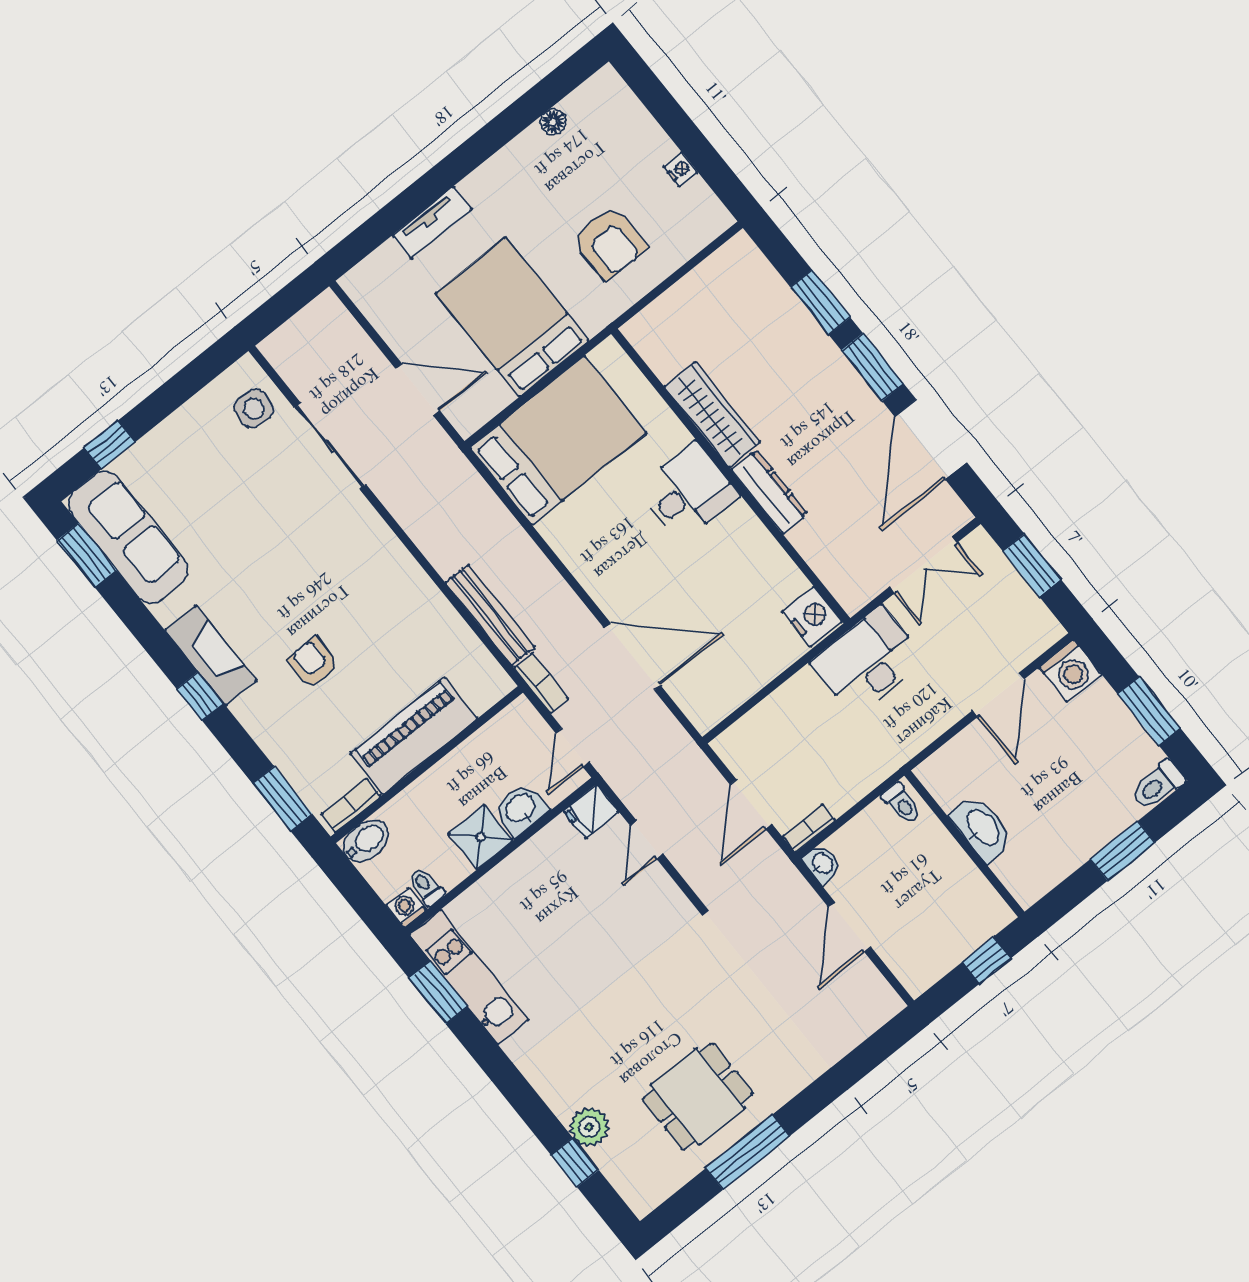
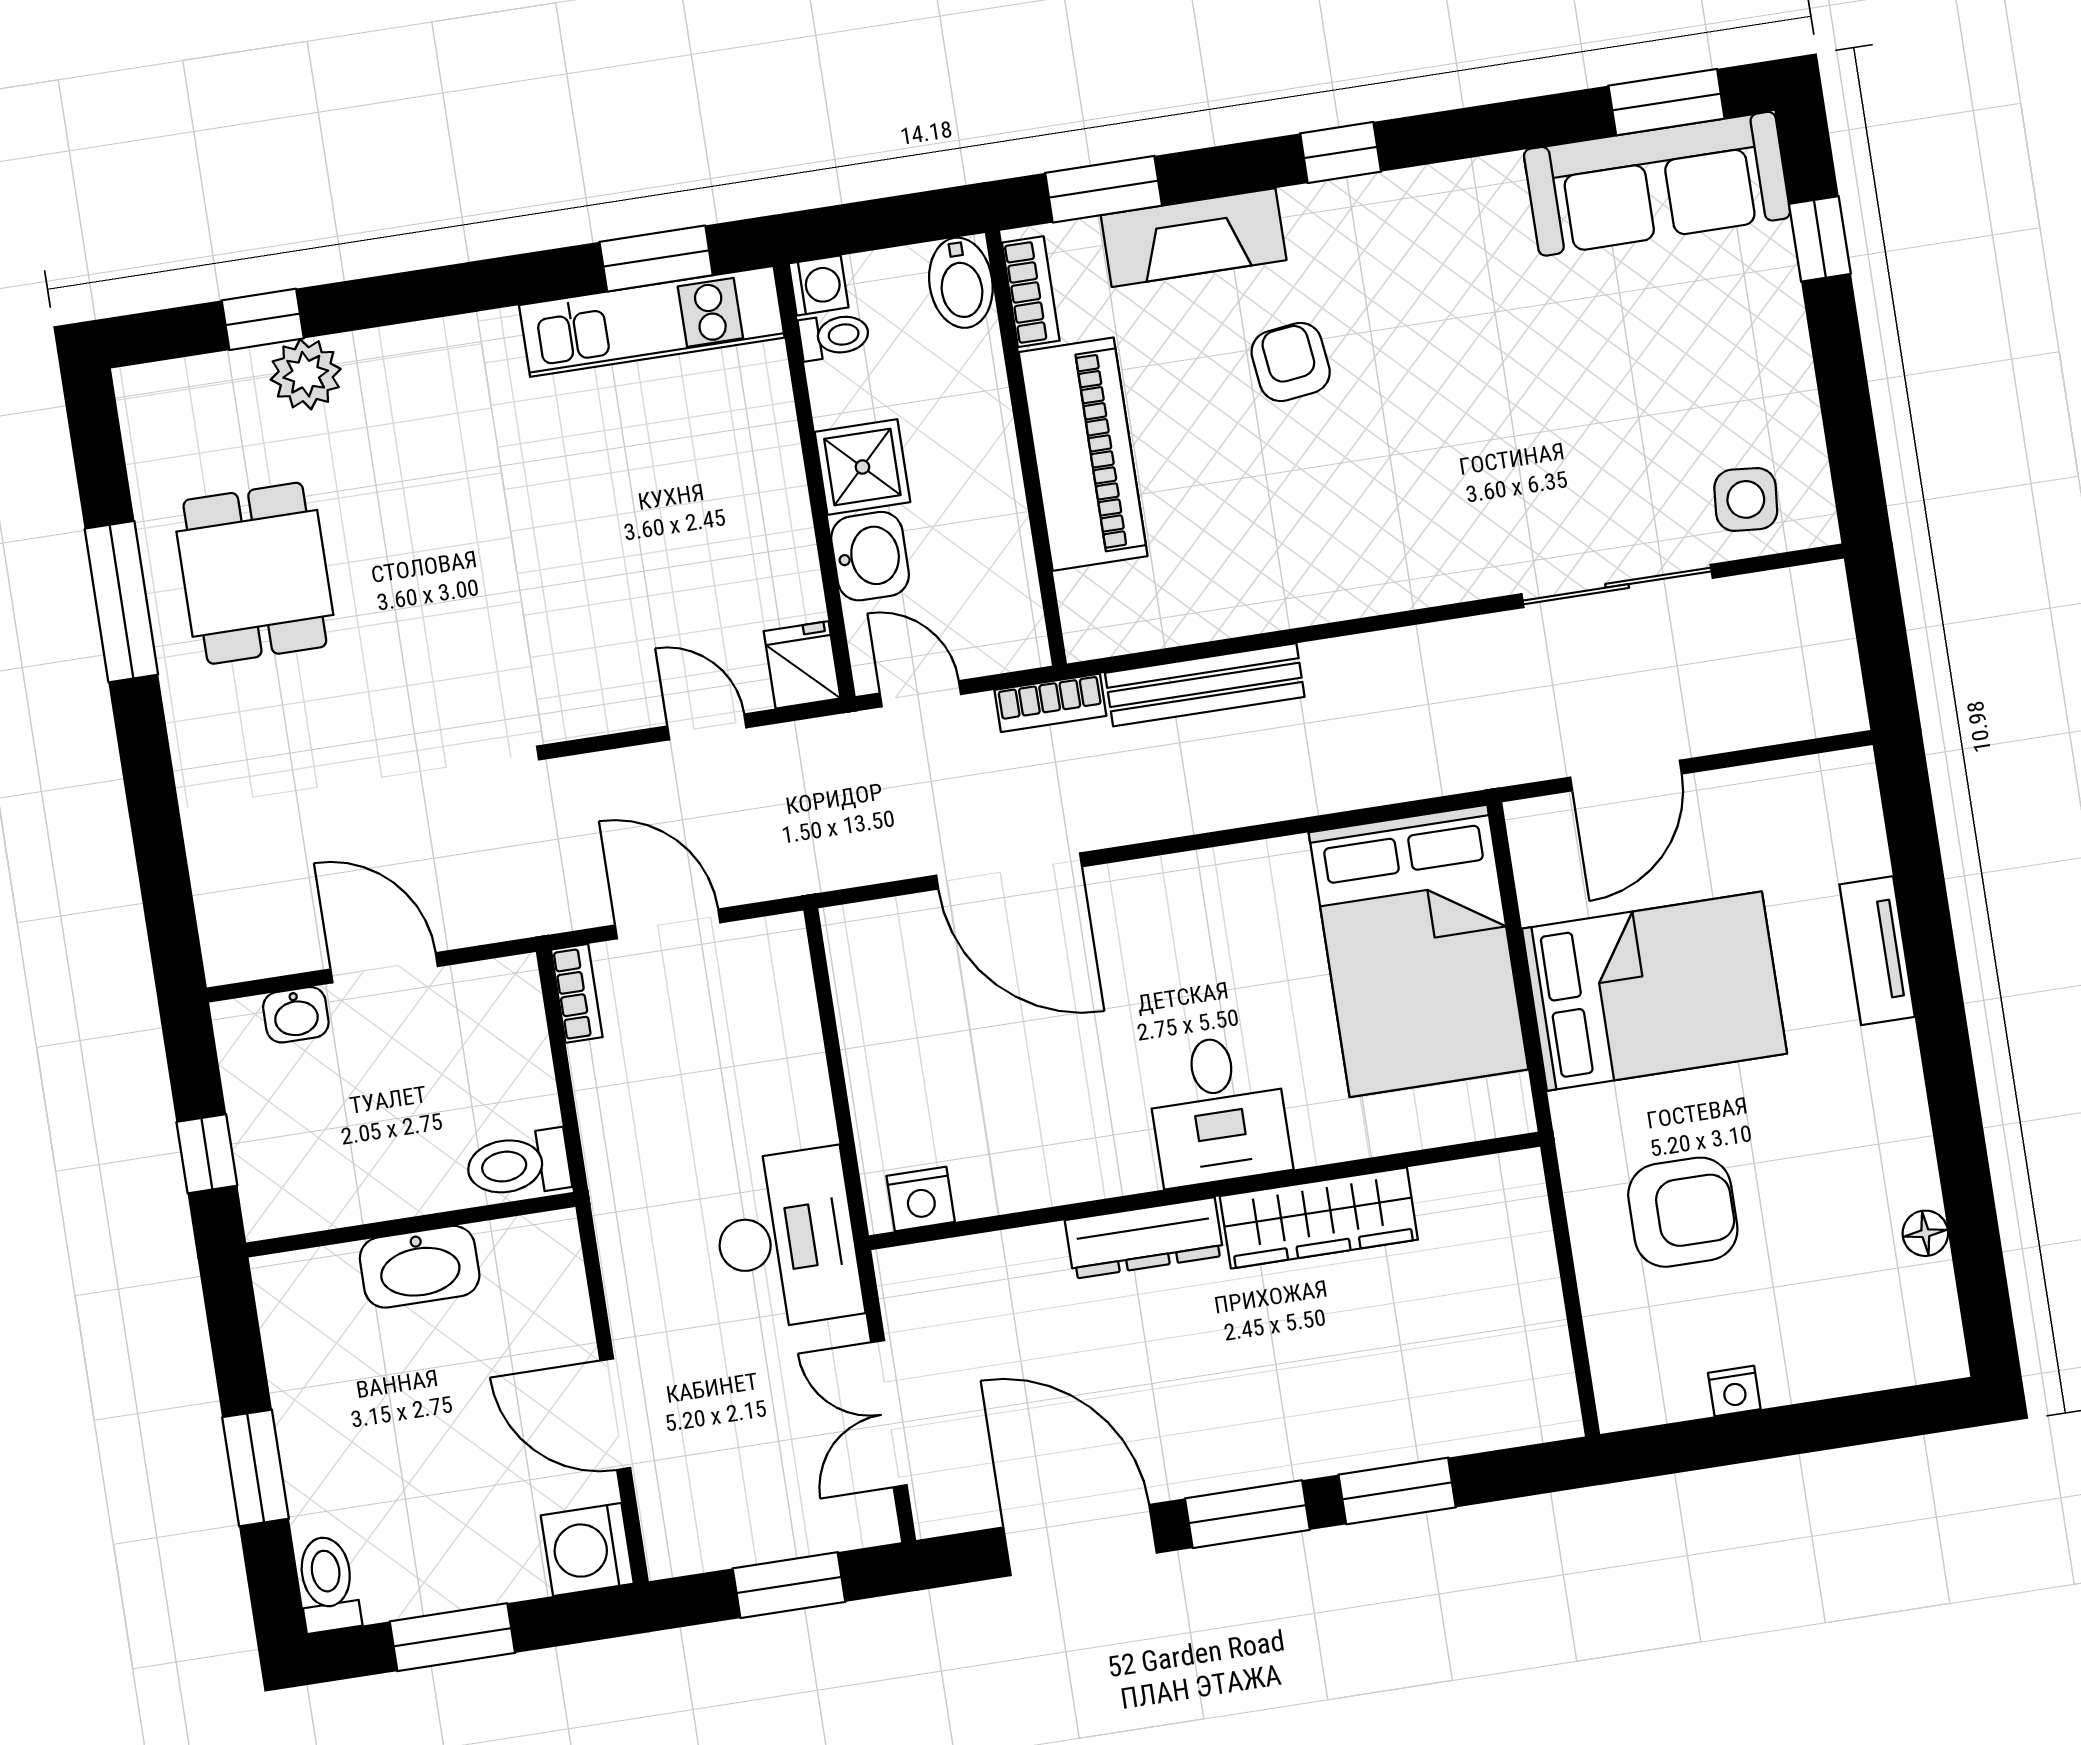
armchair: (610, 243) -> (1683, 1212), turned 180
nightstand: (812, 617) -> (921, 1199), width x0.74, depth x0.75
fireplace: (211, 656) -> (1194, 238), moved
door: (632, 657) -> (1009, 871), hinge flipped
armchair: (313, 662) -> (1291, 362), turned -97
toilet: (901, 803) -> (518, 1164), width x1.37, depth x1.39
washbasin: (822, 864) -> (296, 1015), moved

